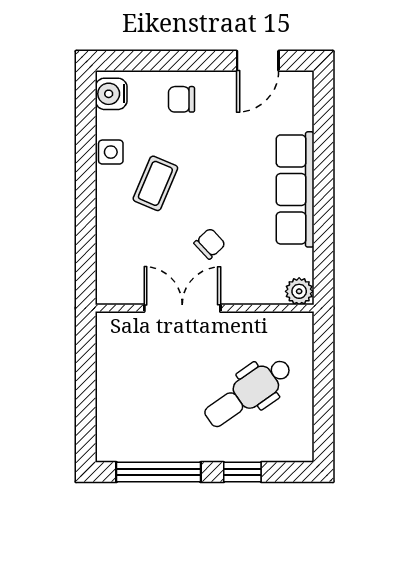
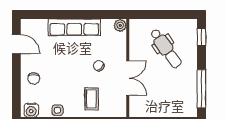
coffee table: (155, 183) -> (91, 99), moved, turned 67
double door: (182, 308) -> (128, 78), swing flipped
window: (242, 472) -> (202, 37), moved

